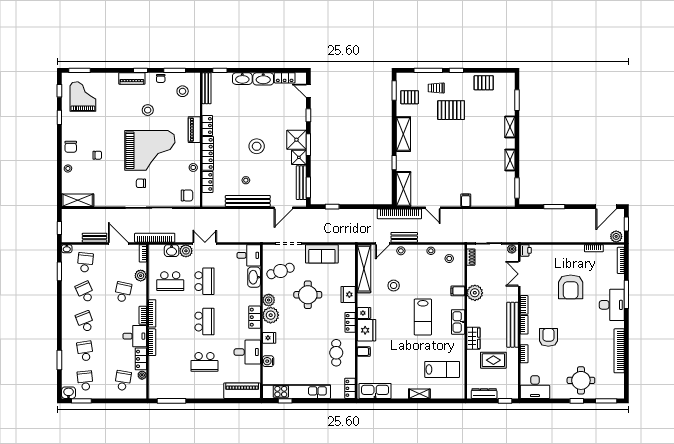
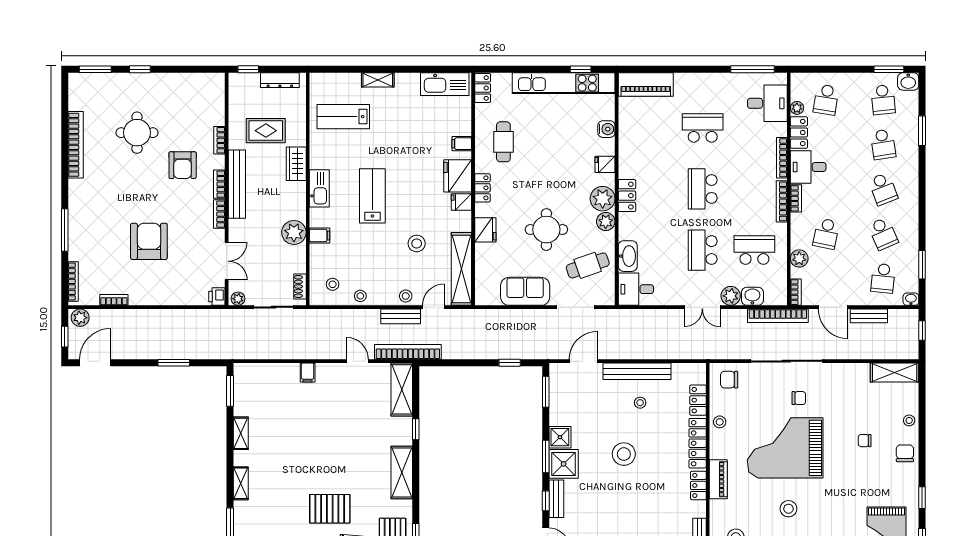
bench: (301, 183) -> (556, 499), moved, width x0.73
desk: (612, 305) -> (87, 214), removed
desk: (247, 352) -> (767, 103), moved, turned 180
round table: (581, 380) -> (137, 133), moved
desk: (535, 387) -> (203, 90), removed

